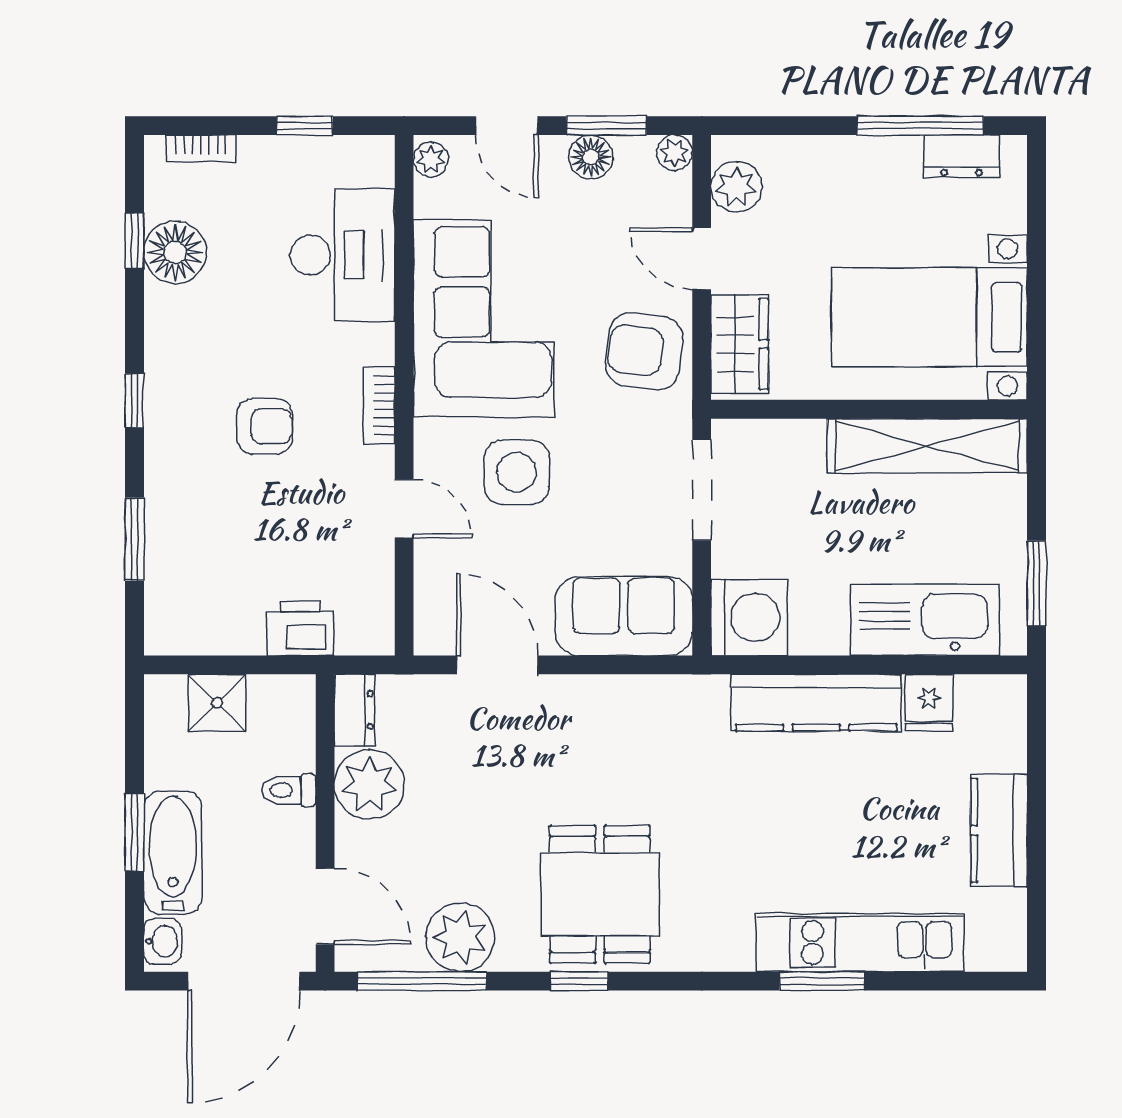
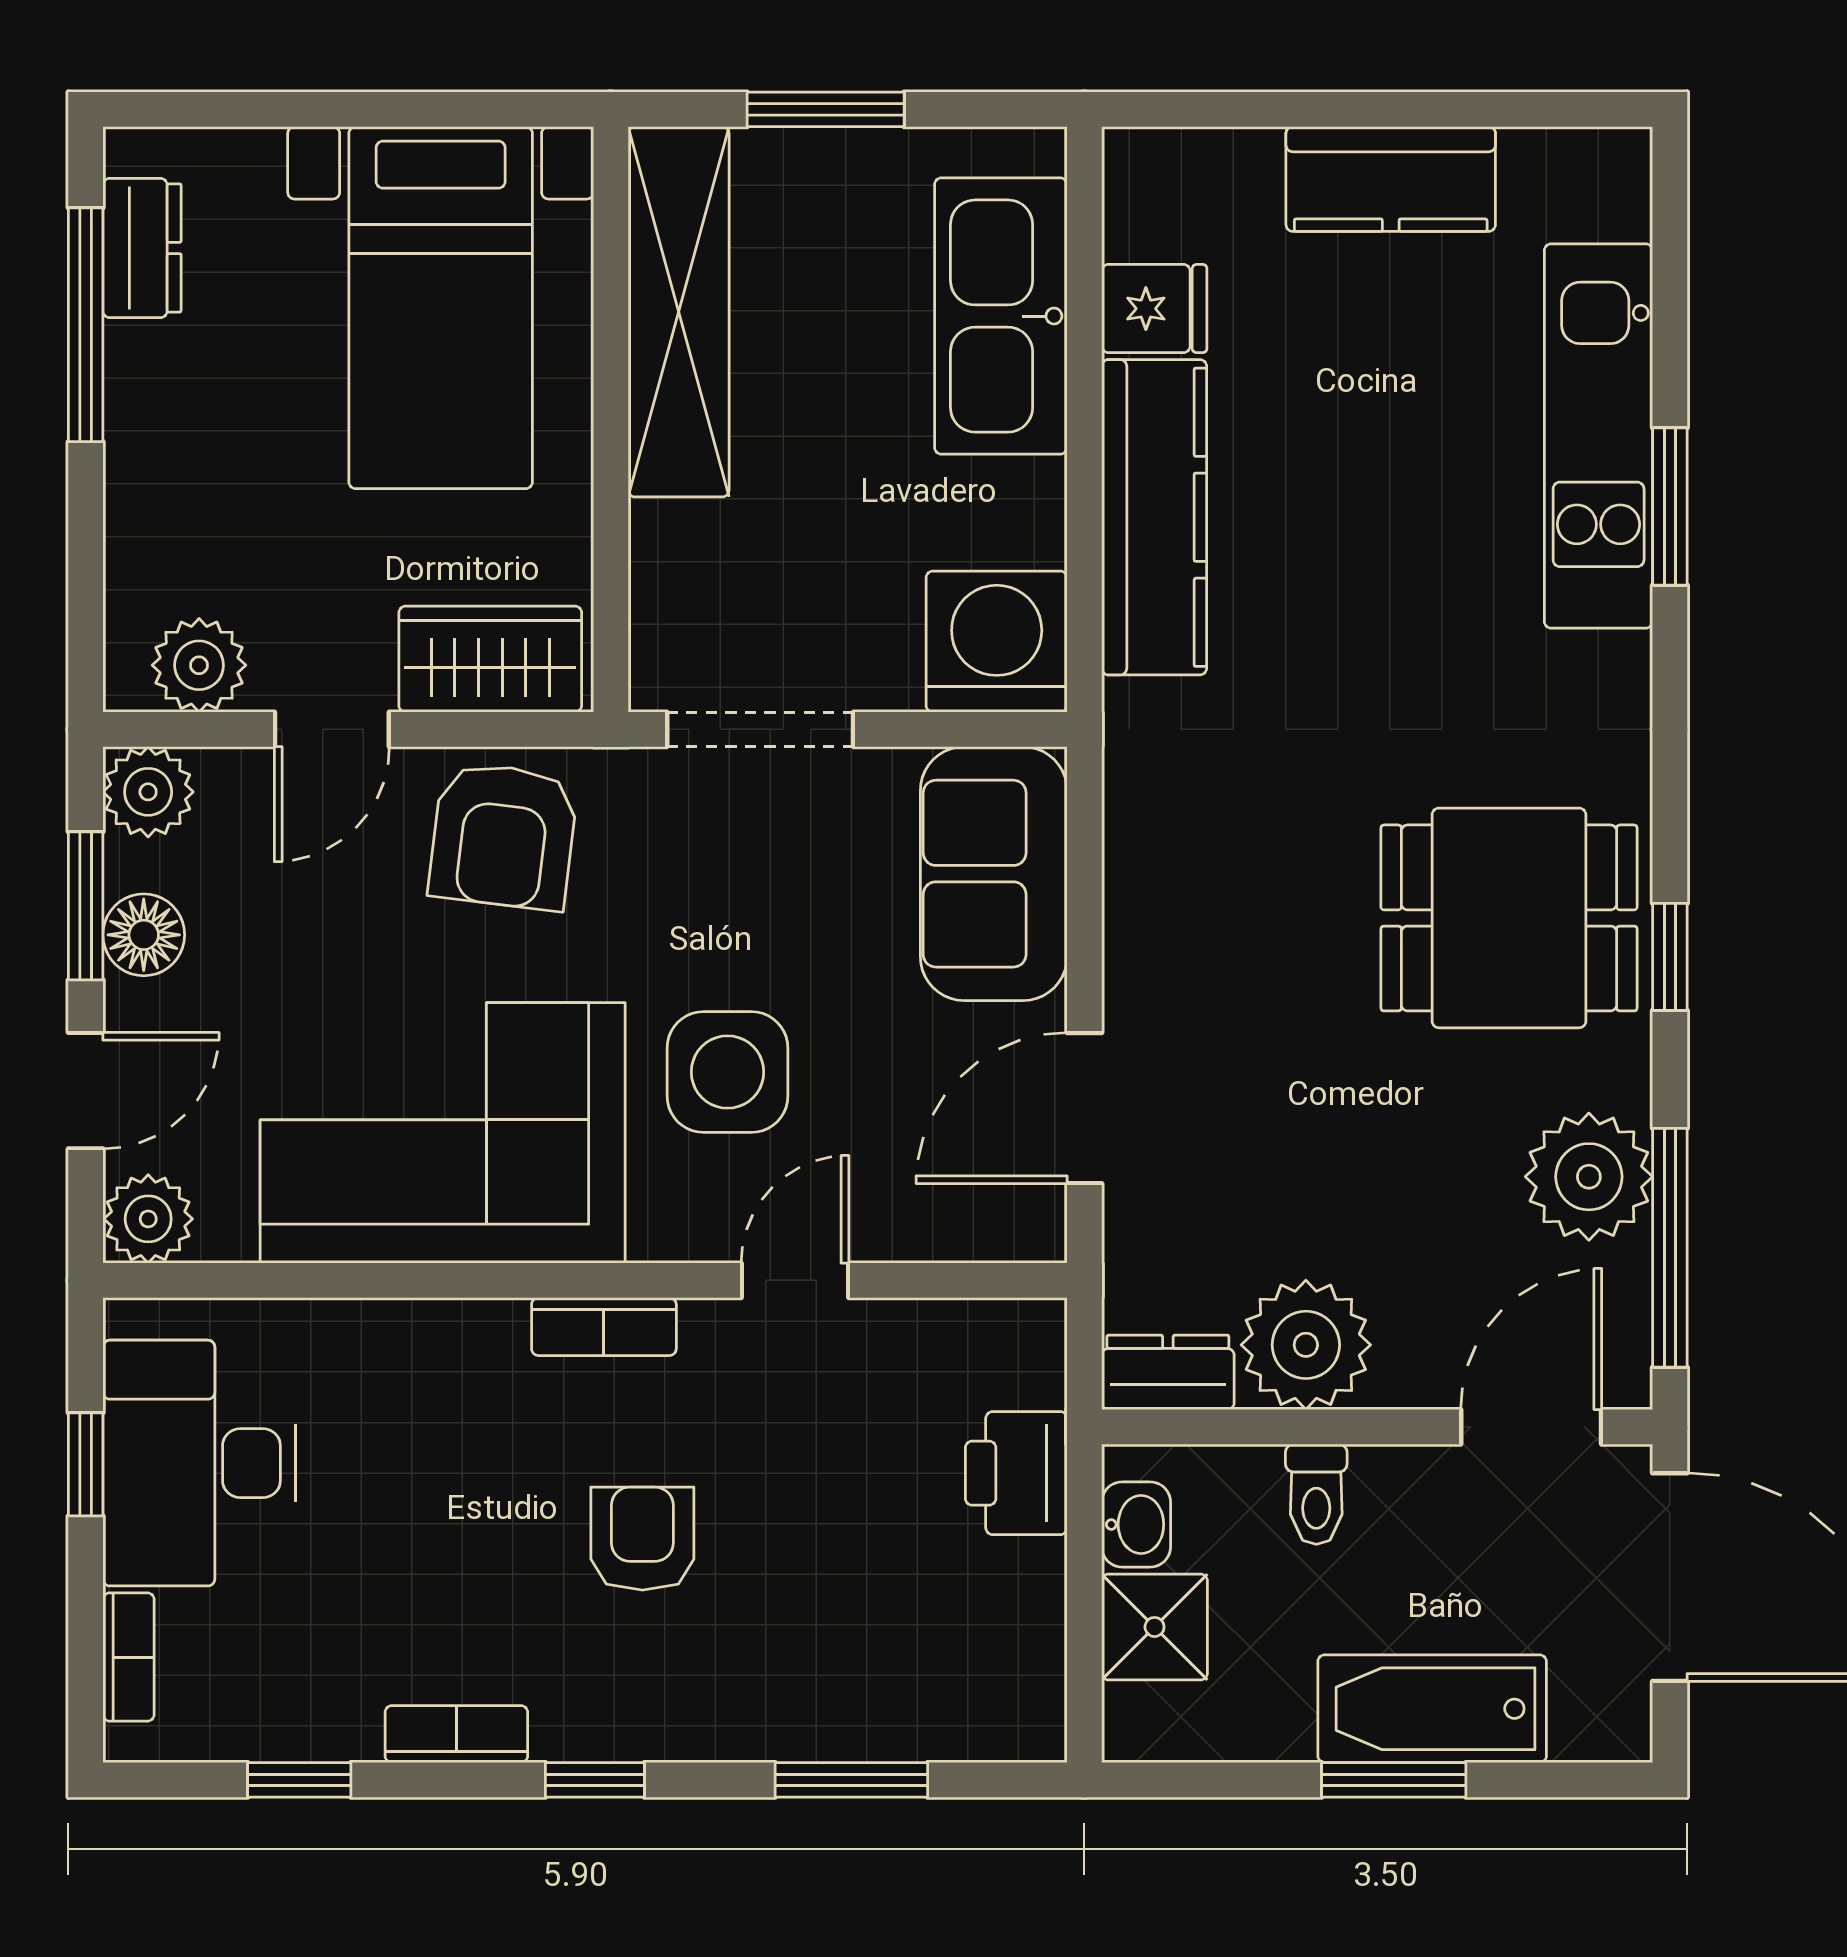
plant: (675, 153) -> (148, 792), width x1.38, depth x1.38
plant: (431, 159) -> (148, 1219), width x1.38, depth x1.38
floor lamp: (175, 252) -> (320, 1705), removed
desk: (343, 255) -> (199, 1463), moved, turned -90
bookcase: (159, 326) -> (456, 1734), added
window: (1036, 583) -> (826, 109), moved
washbasin: (162, 941) -> (1136, 1524), moved, turned 90

